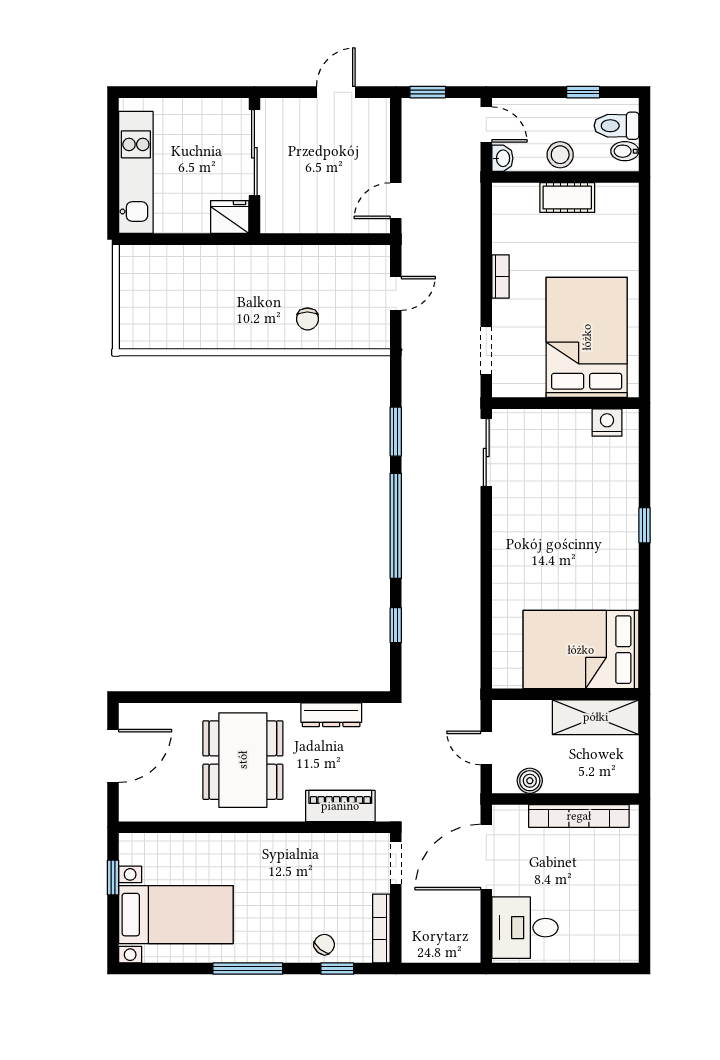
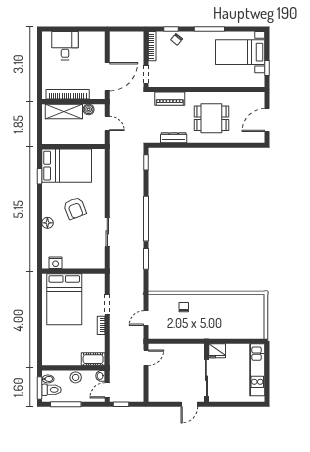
door: (336, 92) -> (189, 404), moved
window: (428, 92) -> (121, 404), moved
window: (583, 92) -> (66, 404), width x2.17
door: (486, 124) -> (107, 390), hinge flipped
window: (645, 130) -> (39, 388), added
cot: (567, 197) -> (93, 359), moved
doorway: (486, 351) -> (107, 305), moved
sliding door: (486, 453) -> (107, 232), moved
floor lamp: (626, 516) -> (47, 223), added
window: (645, 525) -> (39, 176), moved
armchair: (562, 550) -> (75, 208), added
window: (396, 625) -> (146, 162), moved
shelving: (596, 717) -> (64, 111), moved
dining table: (243, 760) -> (211, 118), width x0.73
desk: (525, 928) -> (65, 46), moved, turned -90

